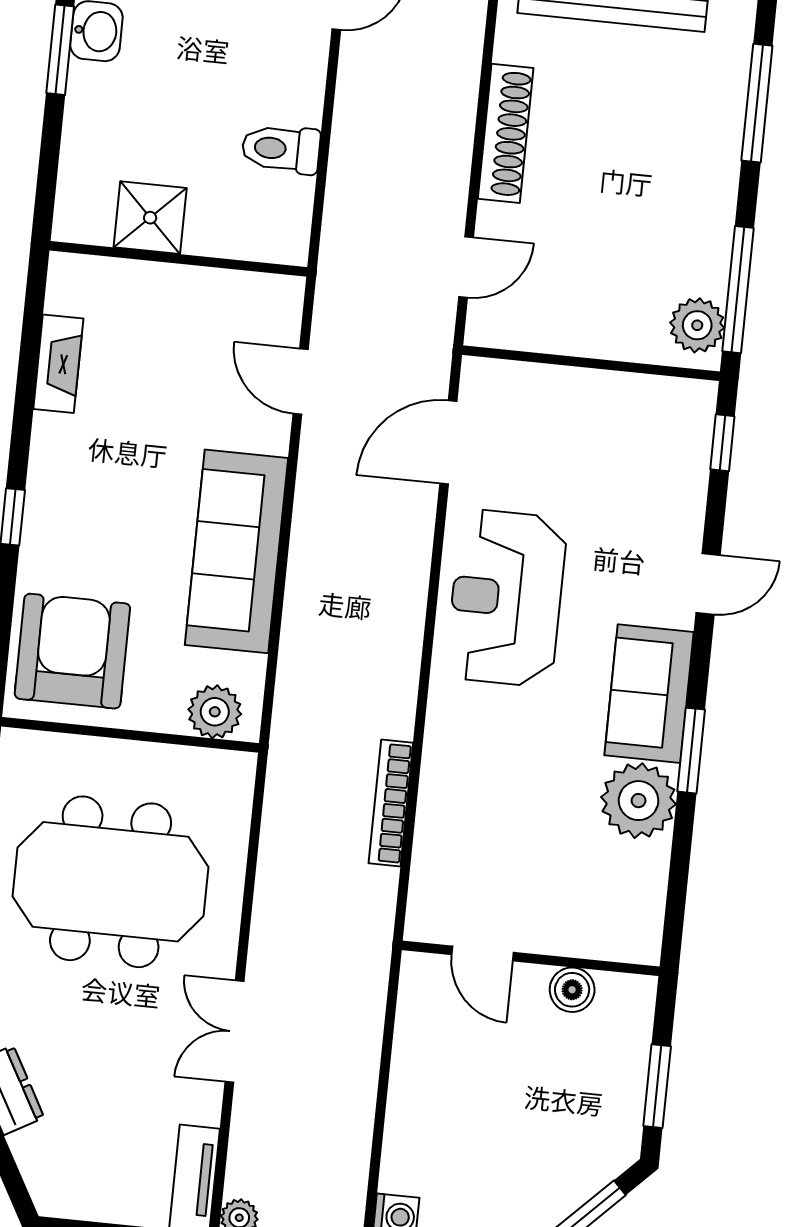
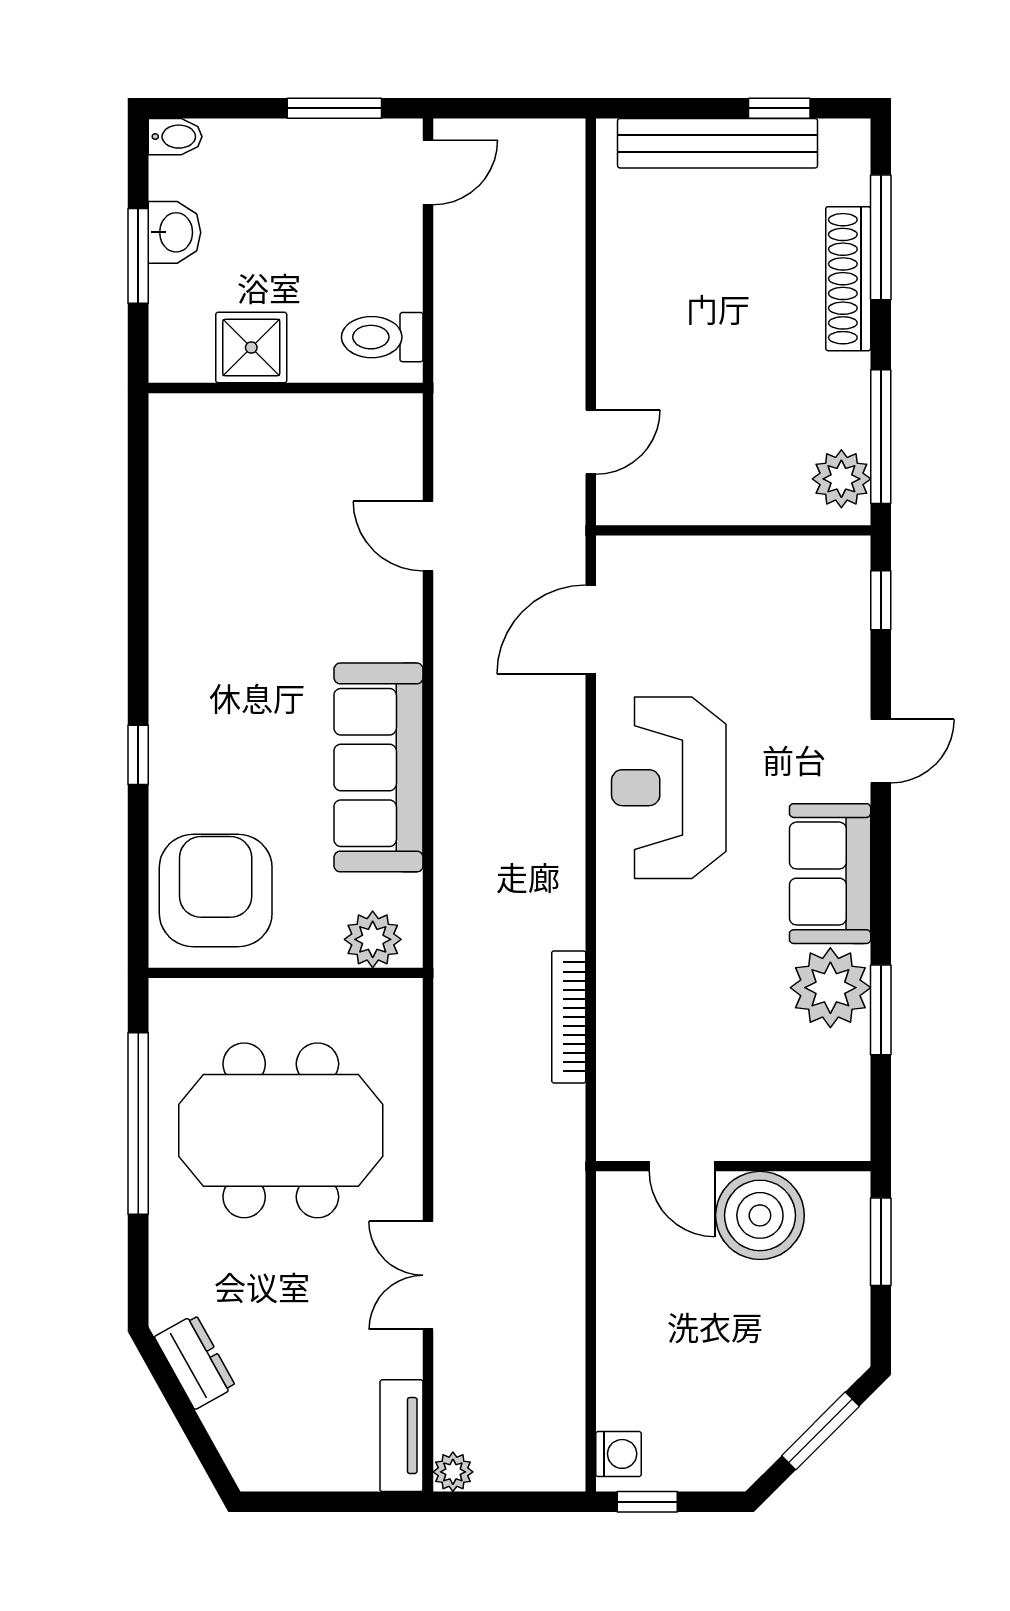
shoe rack: (506, 133) -> (848, 279), moved, turned 180
shower: (150, 218) -> (251, 348), moved
wall: (178, 259) -> (286, 388), moved
fireplace: (58, 364) -> (170, 588), removed
door: (301, 382) -> (428, 536), moved
window: (691, 751) -> (881, 1010), moved
boiler: (572, 990) -> (760, 1215), width x1.86, depth x1.86
window: (657, 1086) -> (881, 1242), moved

